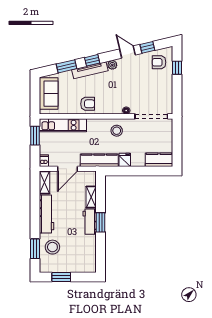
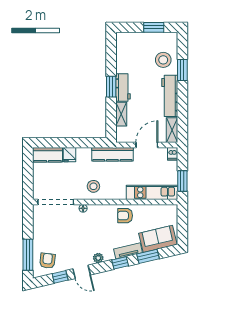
armchair: (159, 62) -> (47, 261), turned -83
window: (177, 68) -> (28, 255), width x2.17
tv unit: (90, 70) -> (128, 251), width x0.71
sofa: (49, 94) -> (158, 239), moved, turned 77
fridge: (125, 160) -> (69, 155), moved
window: (35, 249) -> (182, 70), moved

